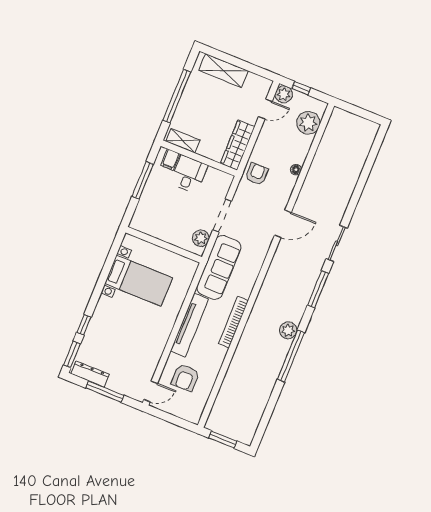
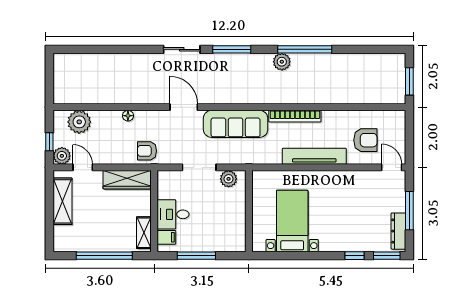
shelving: (224, 71) -> (63, 201), moved
sofa: (219, 267) -> (236, 124), moved, turned 180

